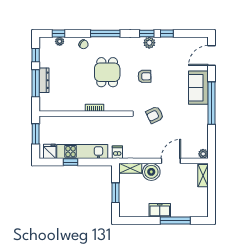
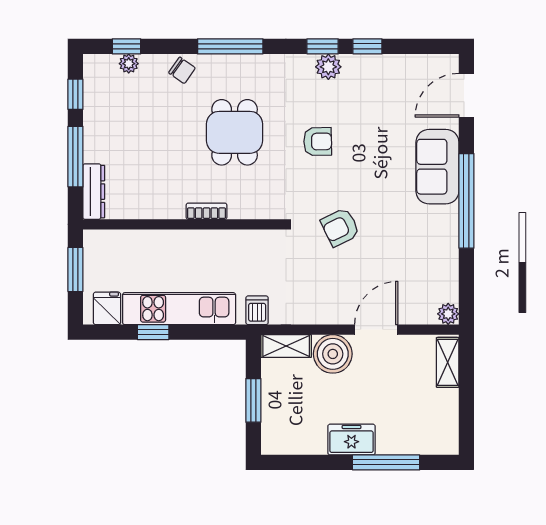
dresser: (44, 80) -> (94, 192), moved

